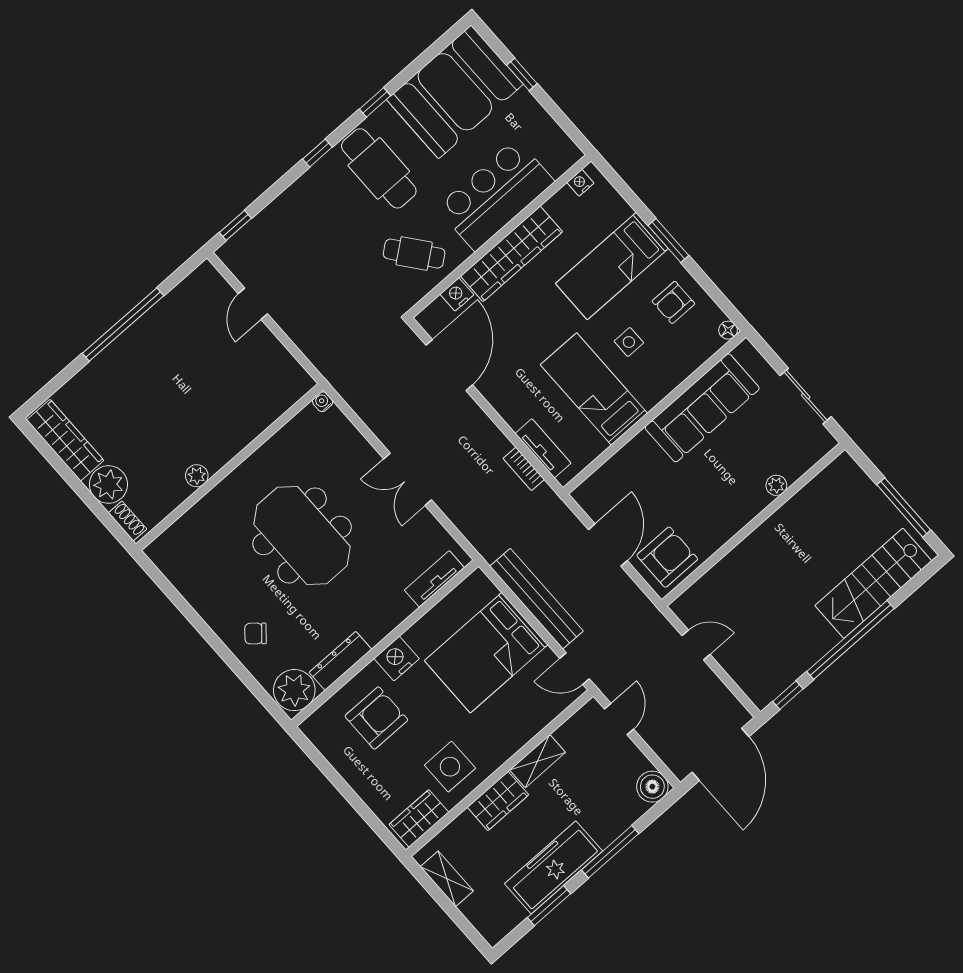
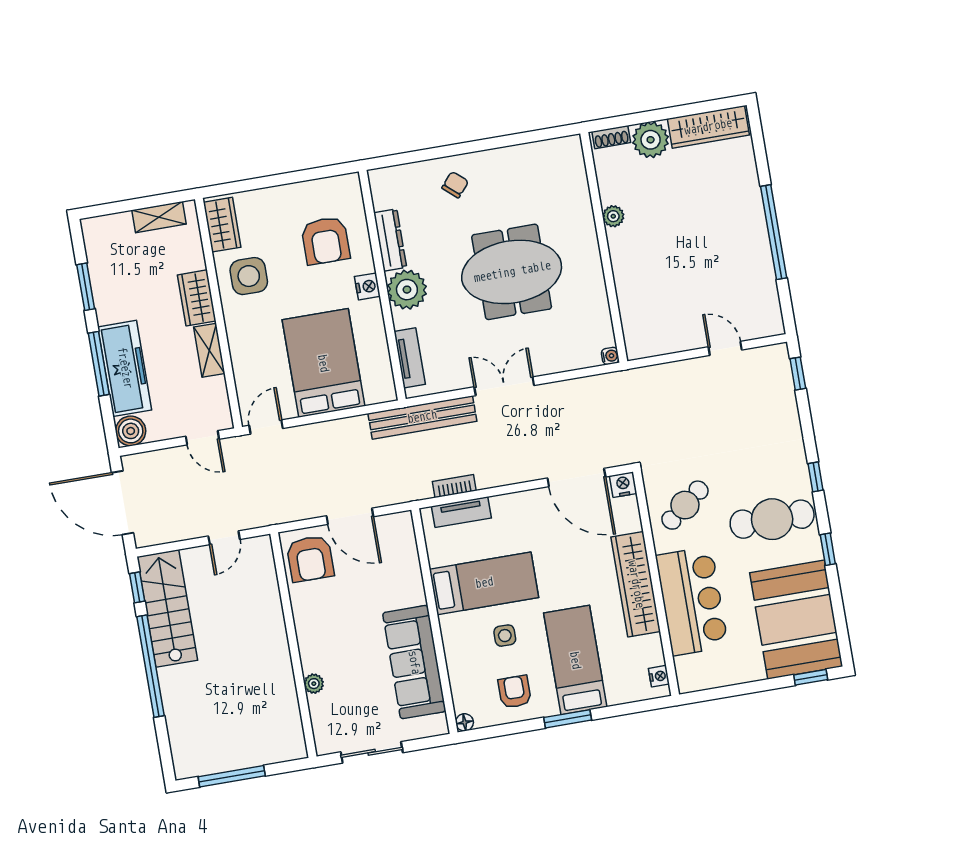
window: (522, 74) -> (811, 677), moved
nightstand: (457, 294) -> (623, 485), moved, turned -90
stairs: (873, 583) -> (167, 609), moved
bench: (537, 599) -> (422, 417), moved
nightstand: (397, 658) -> (367, 286), width x0.74, depth x0.75
plant: (294, 690) -> (407, 290), moved
freezer: (553, 867) -> (125, 368), moved

